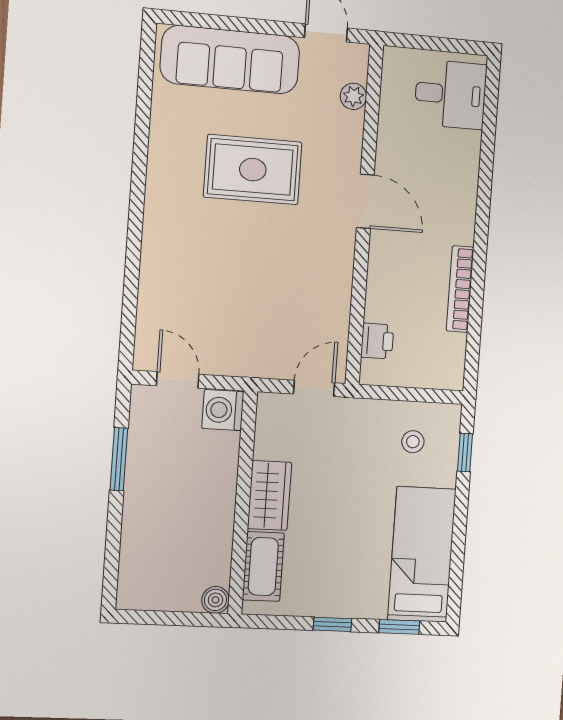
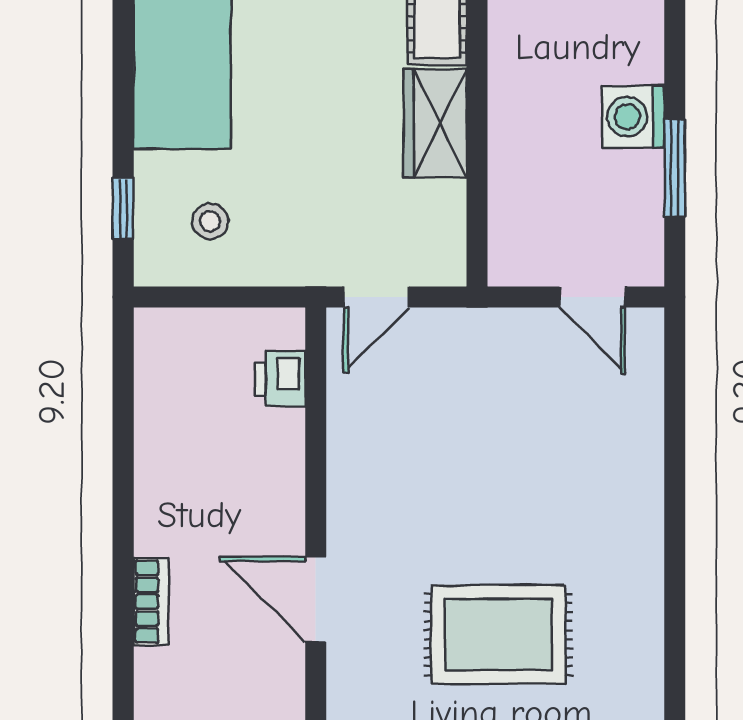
bookcase: (460, 289) -> (151, 602), moved, width x0.64
washing machine: (223, 410) -> (633, 117), moved, turned 180

